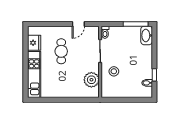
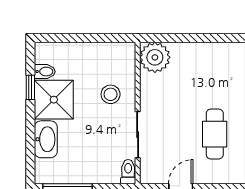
washbasin: (147, 35) -> (46, 139), moved
shower: (143, 69) -> (54, 100), added
plant: (91, 80) -> (155, 57), moved

